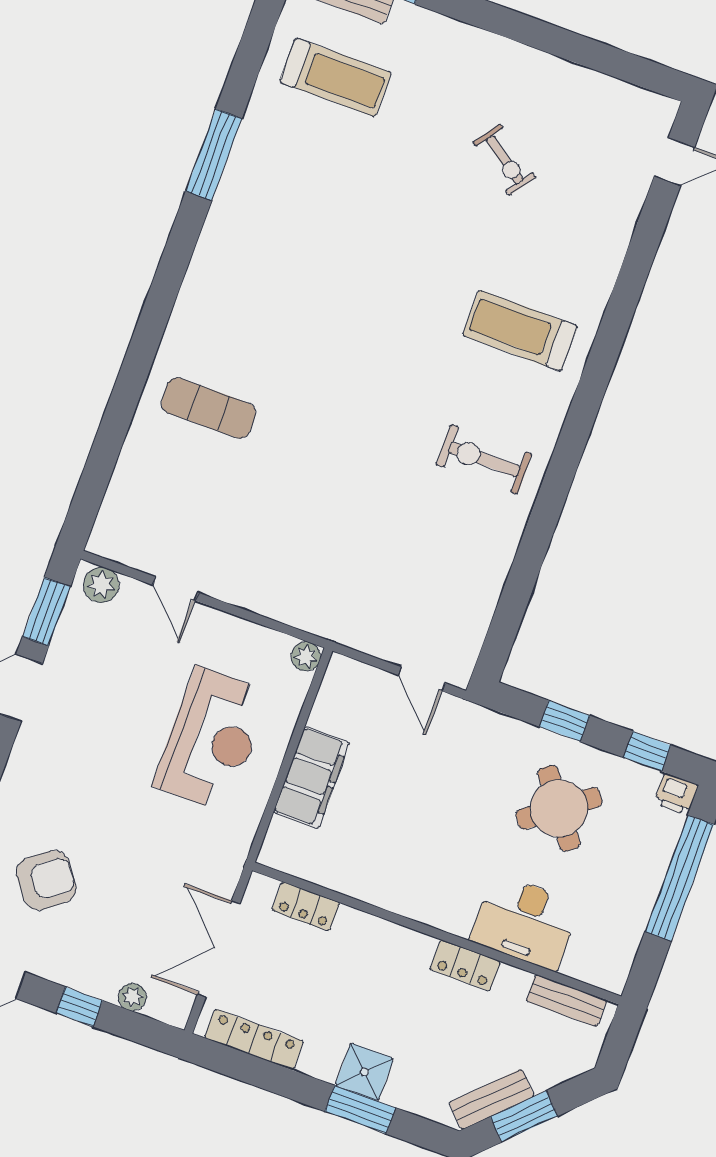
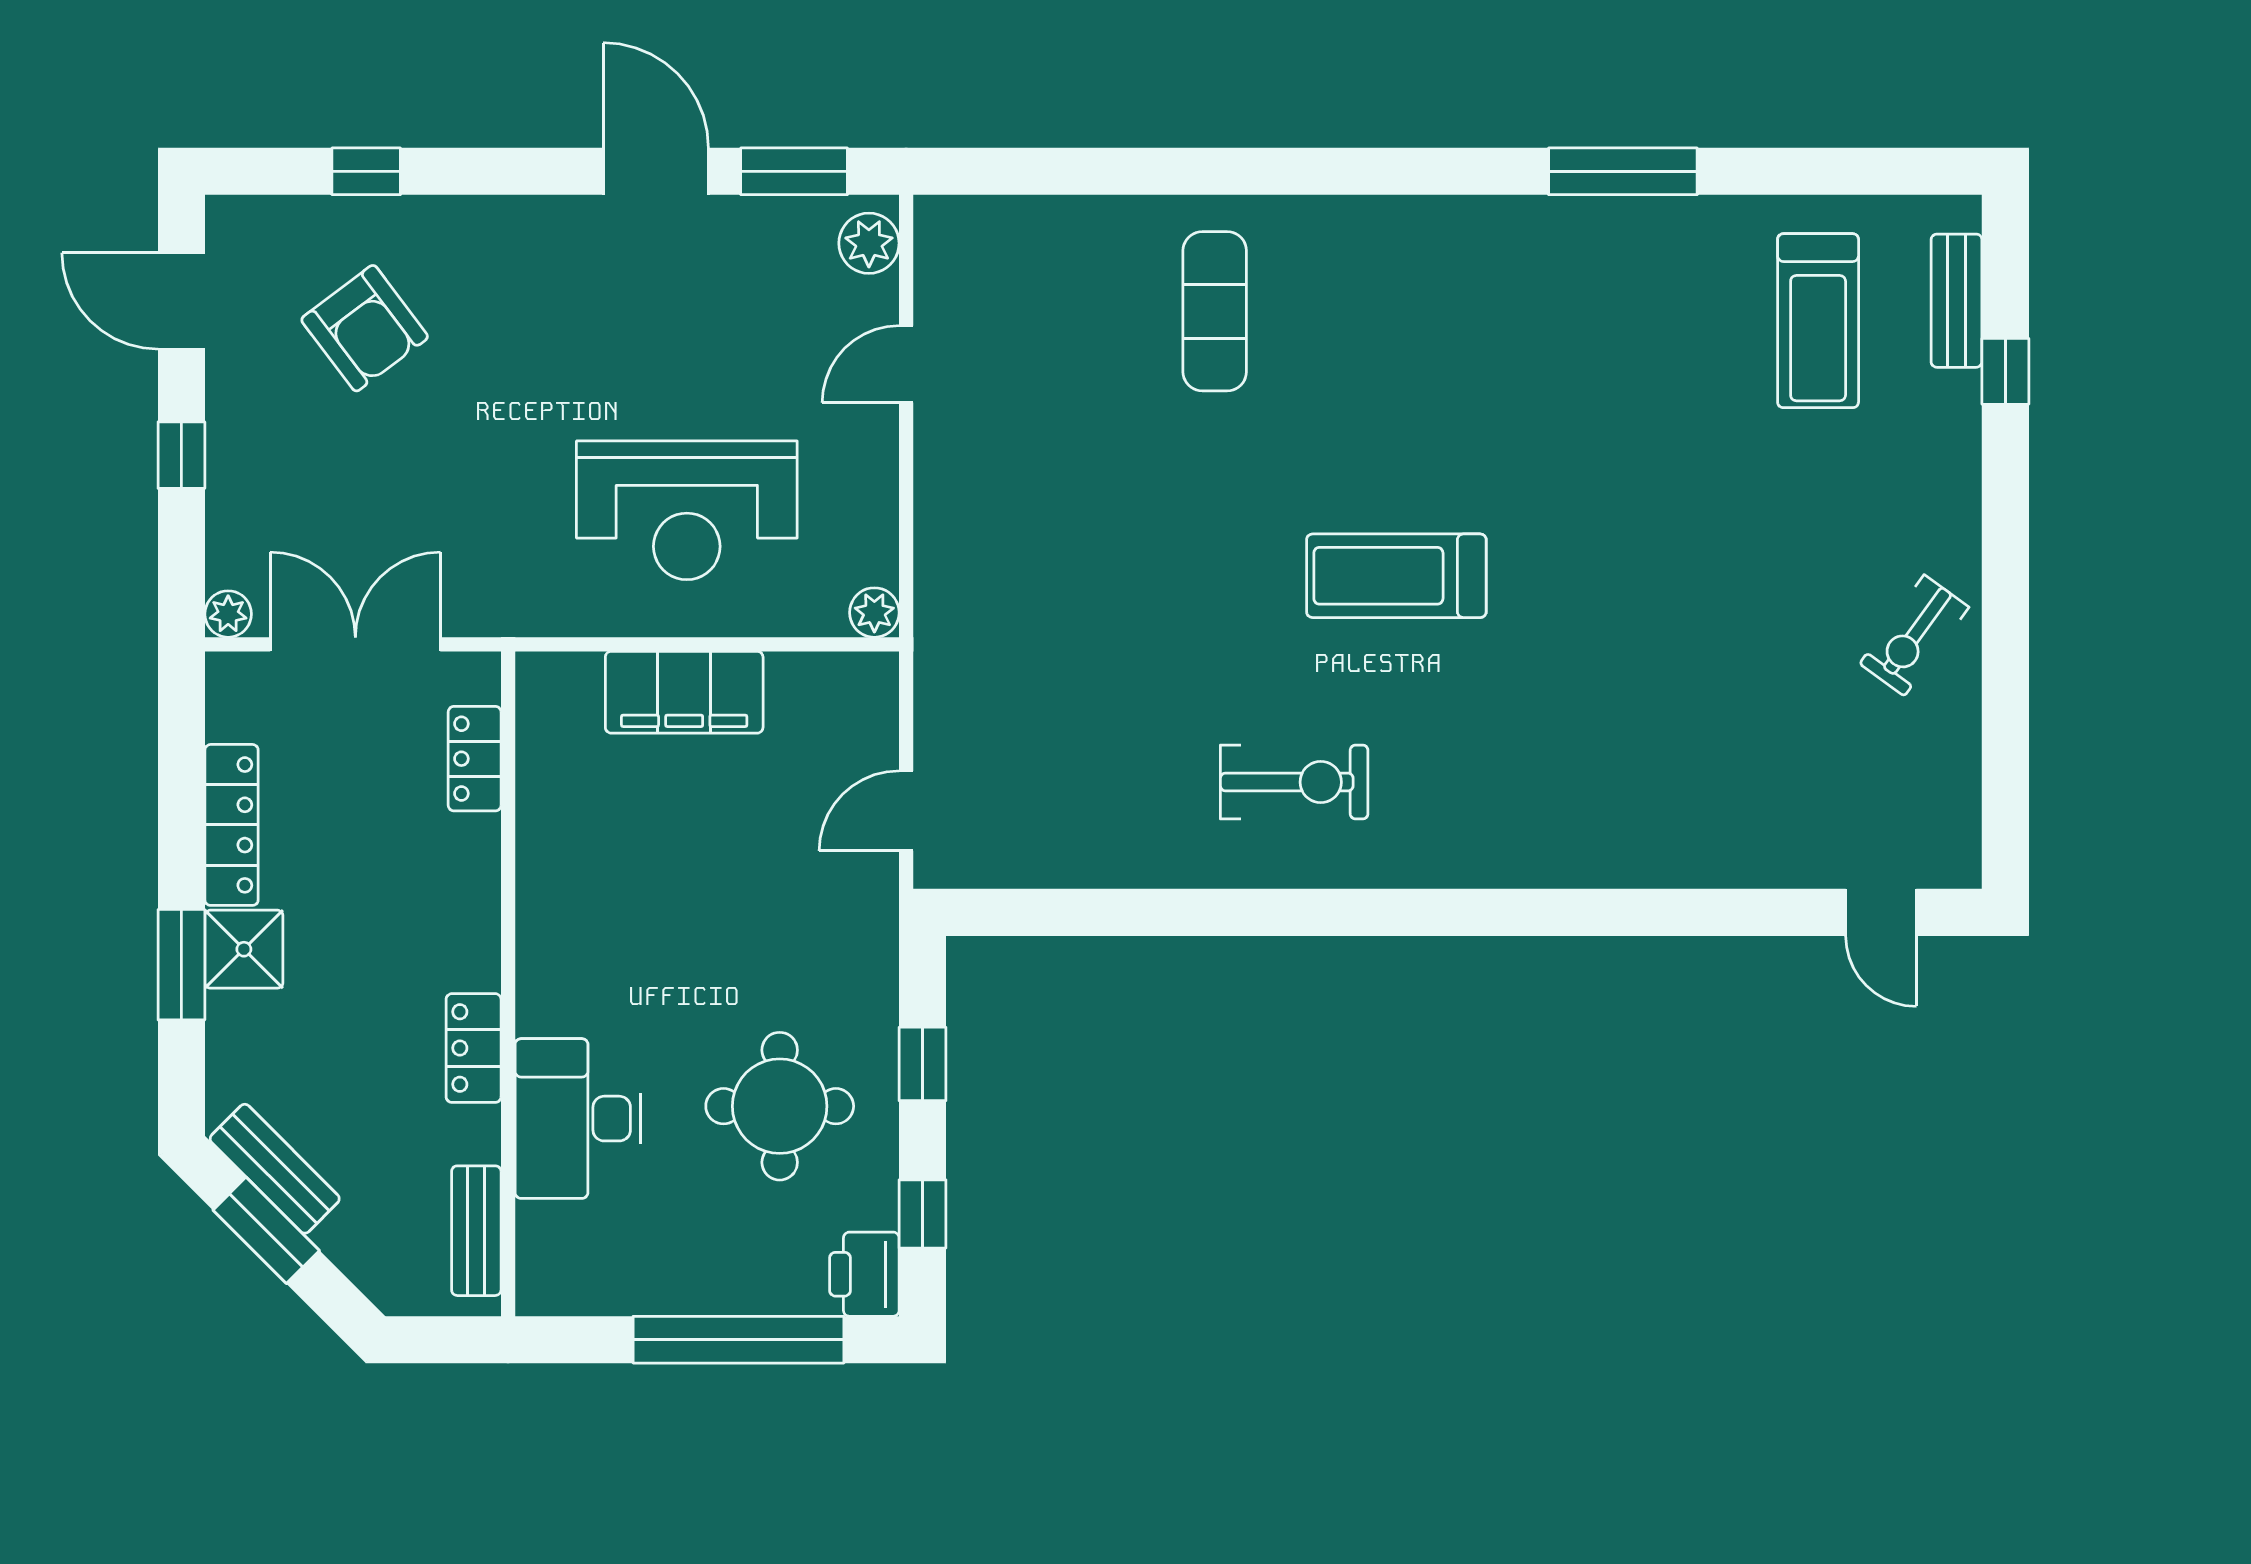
exercise bike: (505, 160) -> (1914, 635), moved
treadmill: (520, 331) -> (1396, 576), moved, turned -90
exercise bike: (484, 459) -> (1294, 782), turned 90
printer: (676, 794) -> (864, 1274), width x1.36, depth x1.24
round table: (559, 808) -> (780, 1106), turned 37
plant: (132, 997) -> (228, 614), moved
locker: (254, 1039) -> (232, 825), moved

